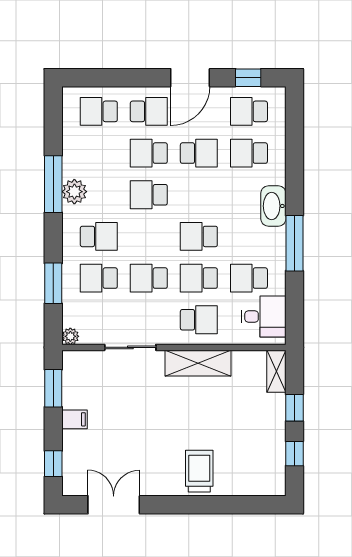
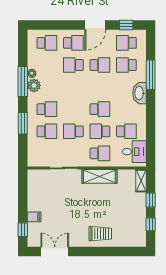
school desk: (99, 111) -> (47, 43), turned 180
school desk: (149, 195) -> (73, 87), removed
school desk: (199, 236) -> (100, 109), turned 180
window: (294, 243) -> (151, 75), moved
school desk: (99, 278) -> (47, 131), turned 180
school desk: (249, 278) -> (126, 131), turned 180
window: (53, 283) -> (23, 123), moved
plant: (70, 336) -> (32, 73), moved
window: (53, 388) -> (23, 190), removed
filing cabinet: (75, 419) -> (34, 217), moved
trolley: (199, 471) -> (100, 234), turned 90

